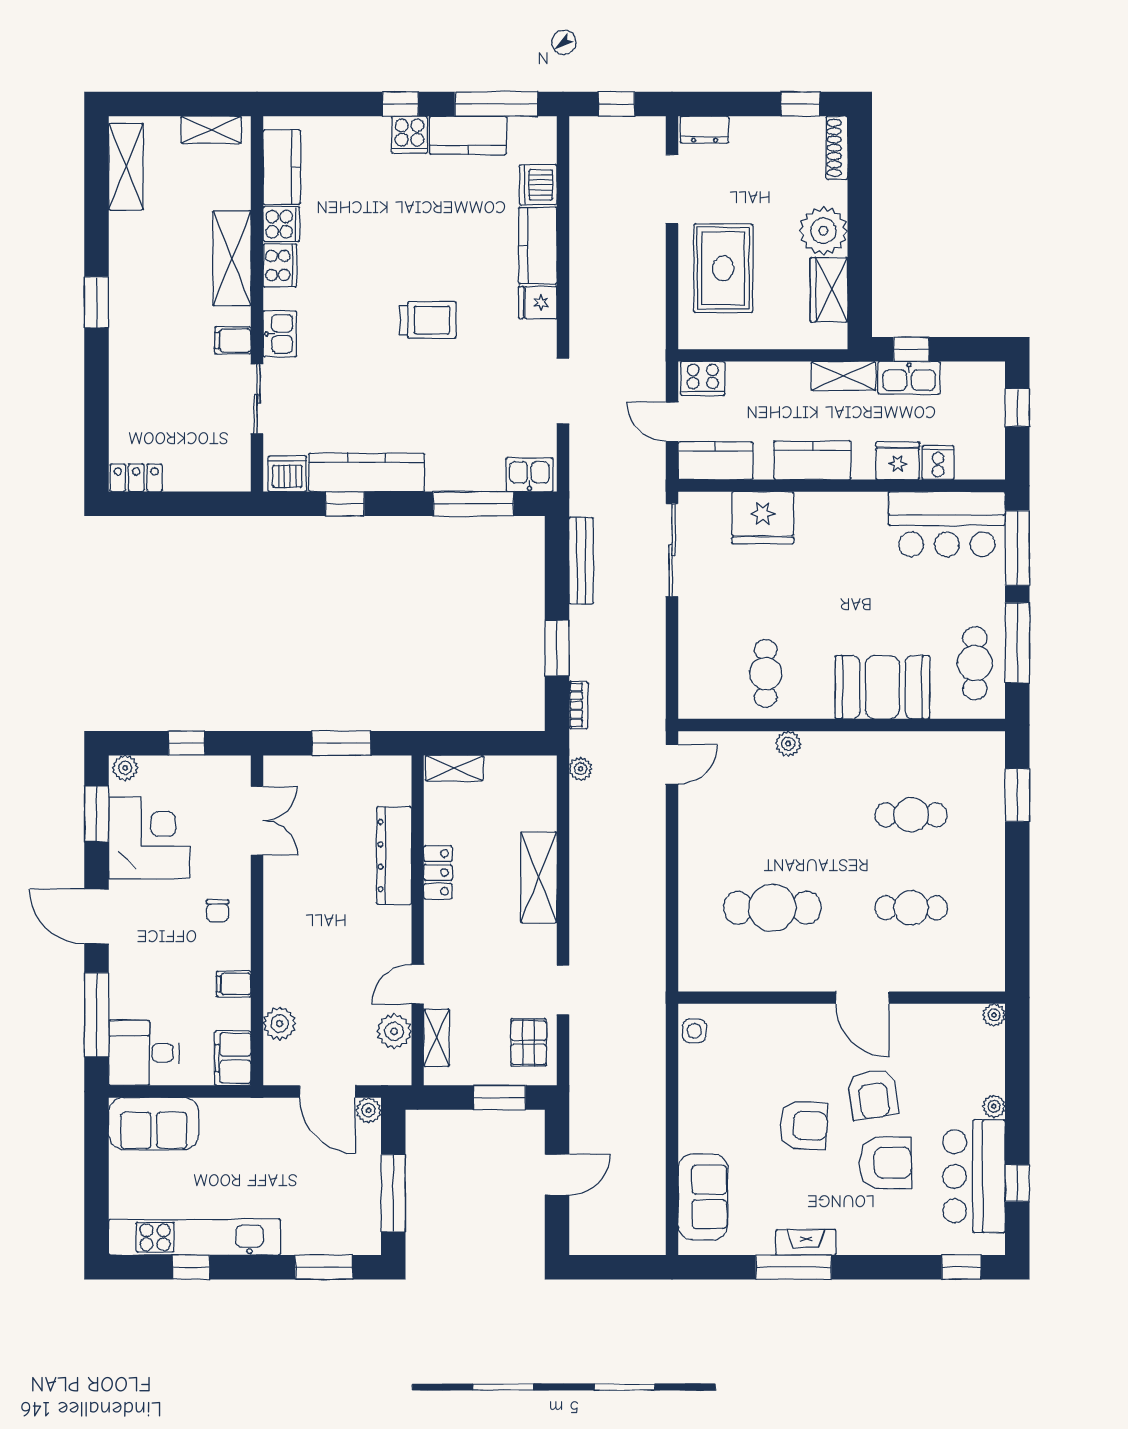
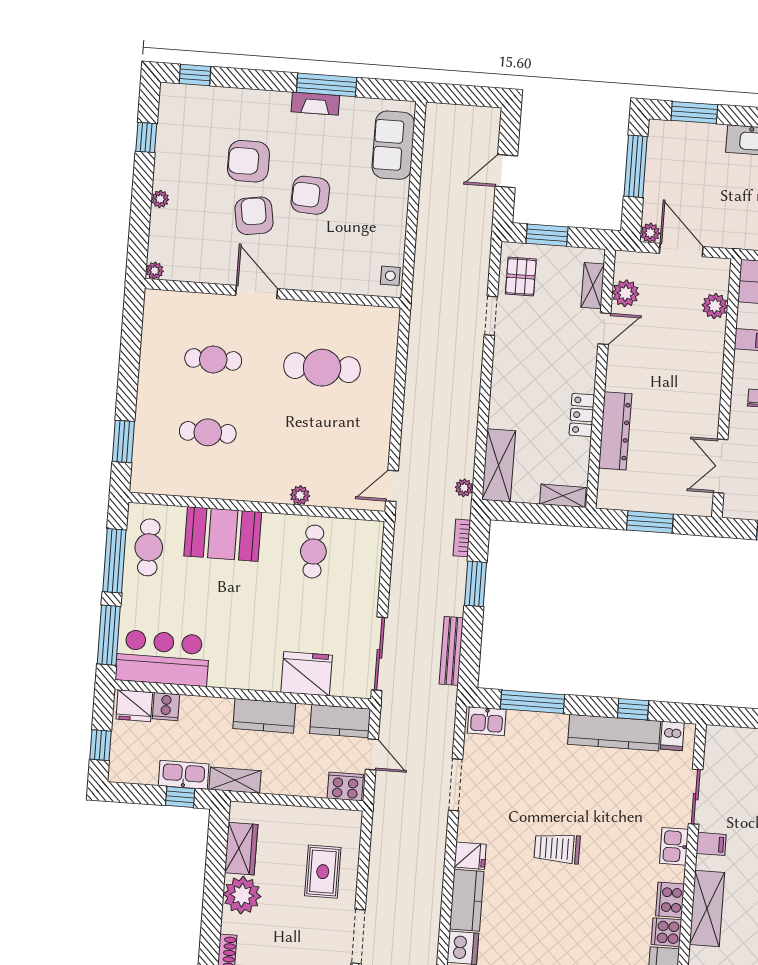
rug: (723, 268) -> (323, 872), width x0.73, depth x0.70
fridge: (898, 461) -> (134, 706), moved
dishwasher: (287, 474) -> (672, 736), width x0.73
shelving: (539, 877) -> (499, 465), moved
bar counter: (974, 1176) -> (180, 145), removed

